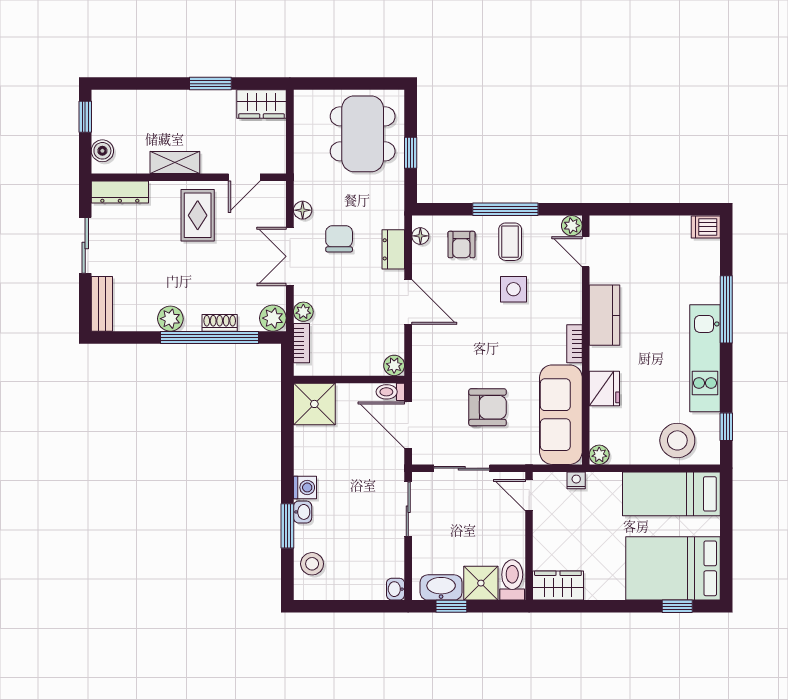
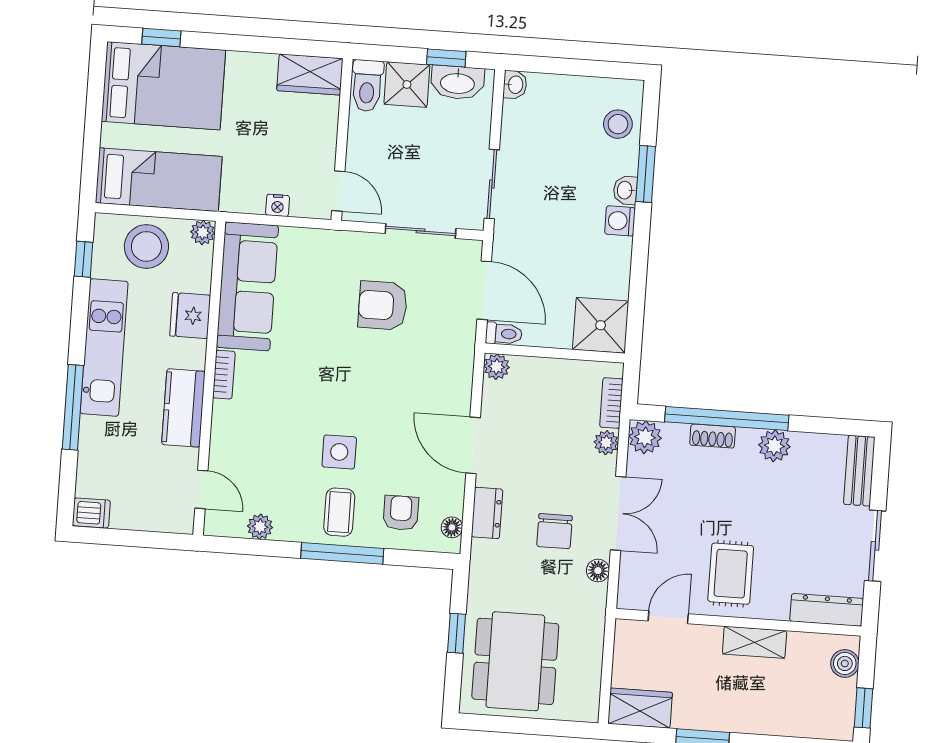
door: (586, 252) -> (201, 489), moved
kitchen counter: (605, 315) -> (183, 408), moved
wall: (586, 340) -> (209, 378), moved
bookcase: (574, 344) -> (224, 375), moved
fridge: (604, 388) -> (190, 316), moved
sofa: (561, 415) -> (247, 286), moved
plant: (599, 455) -> (203, 232), moved

